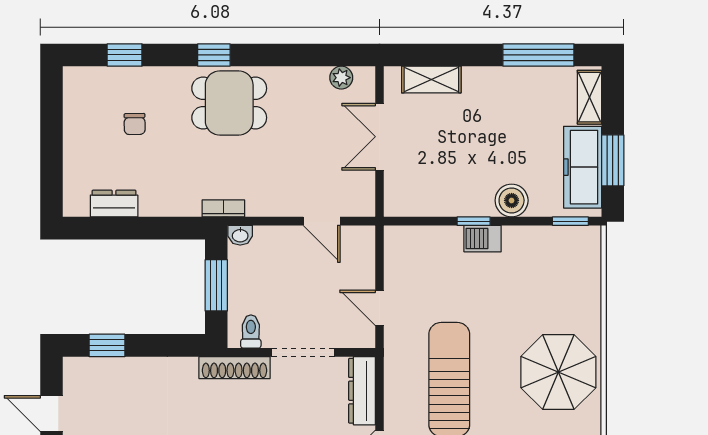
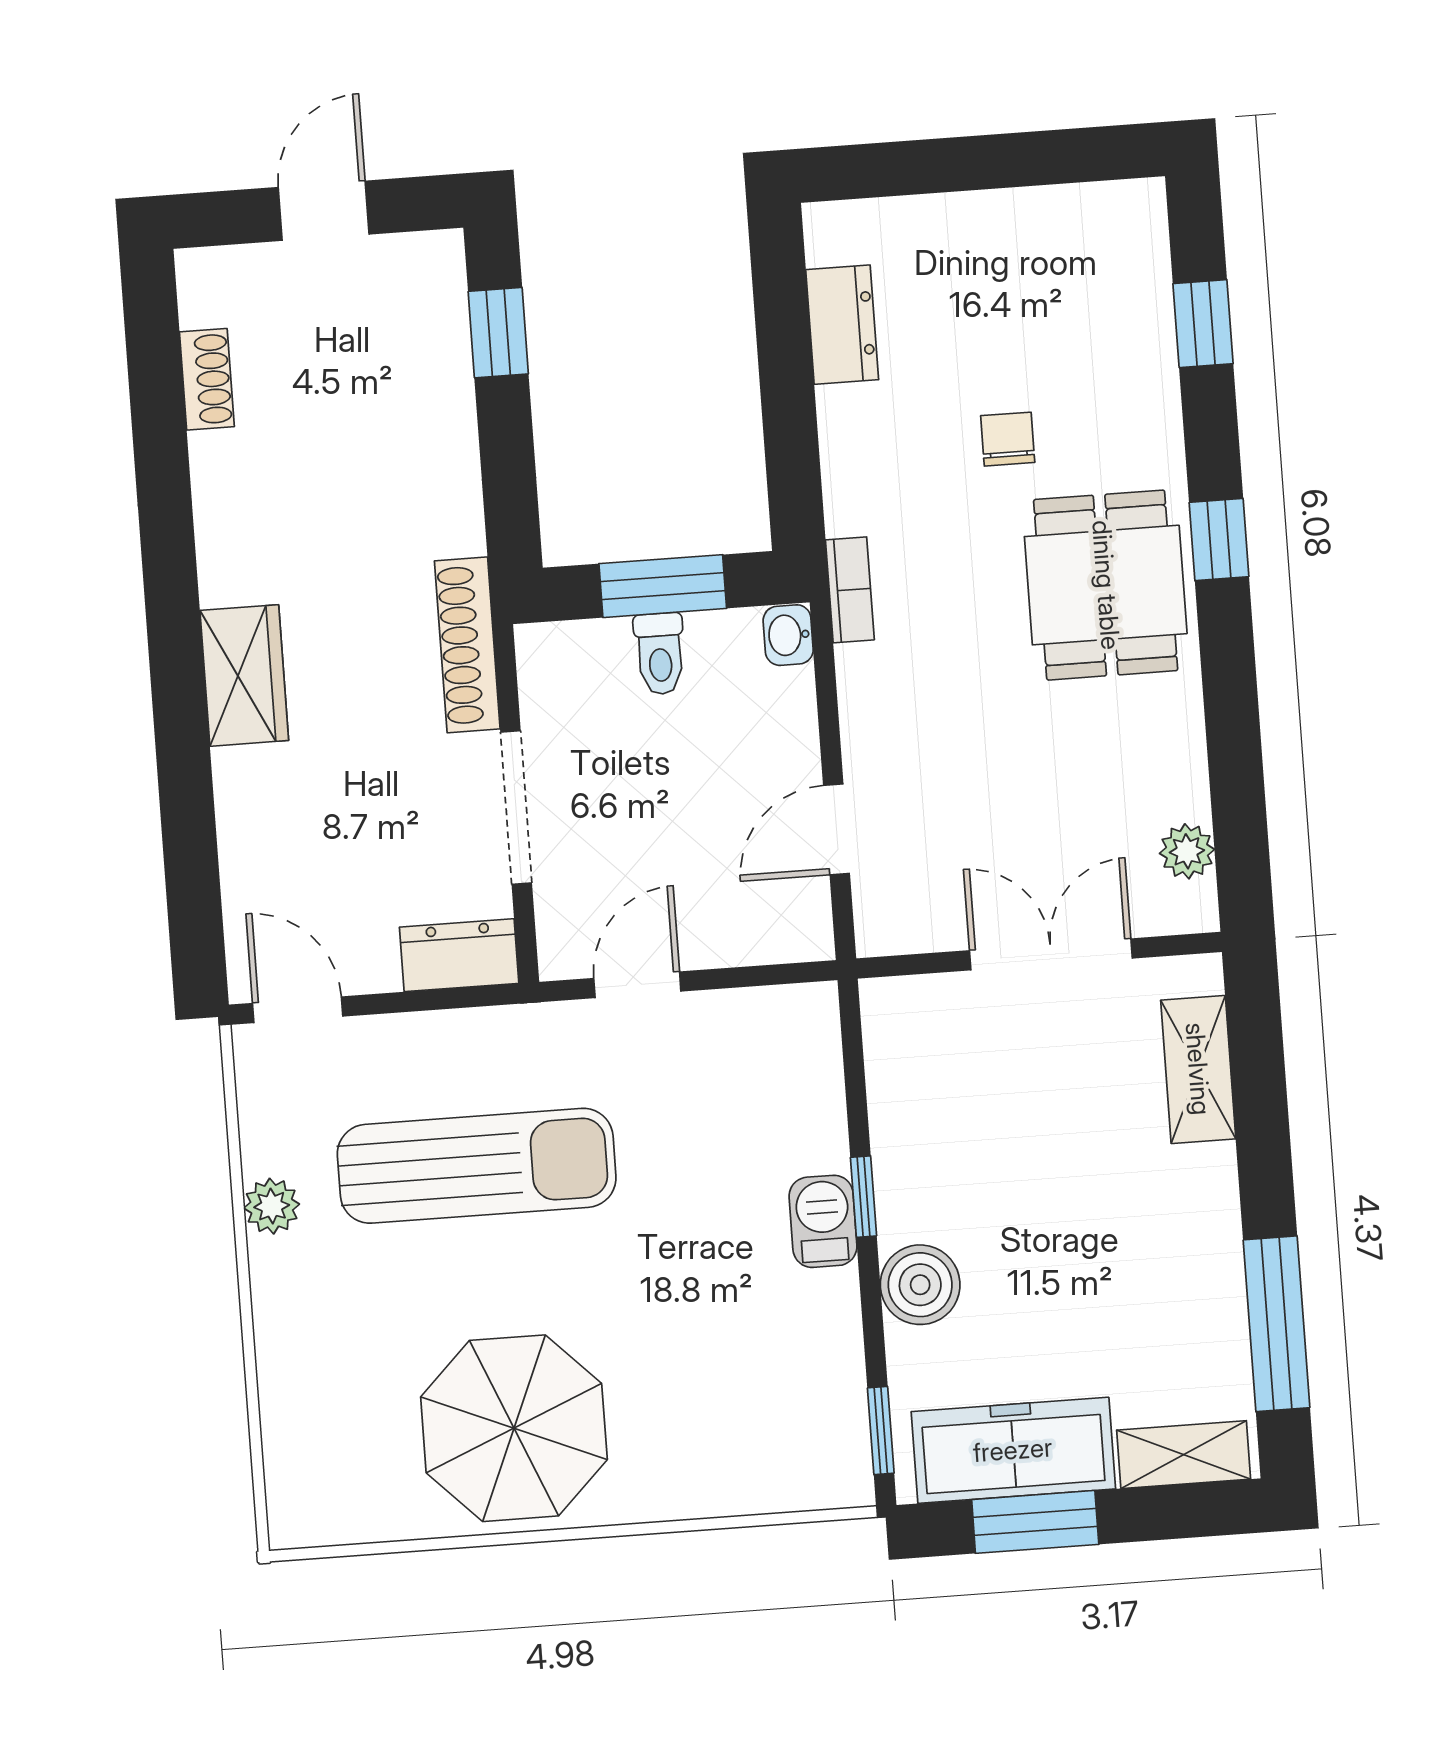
chair: (135, 124) -> (1008, 439), moved, turned 91
toilet: (251, 332) -> (660, 654), moved, turned 90
dresser: (362, 391) -> (459, 955), width x0.70

